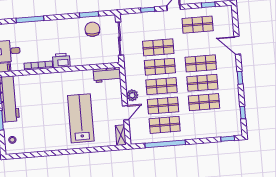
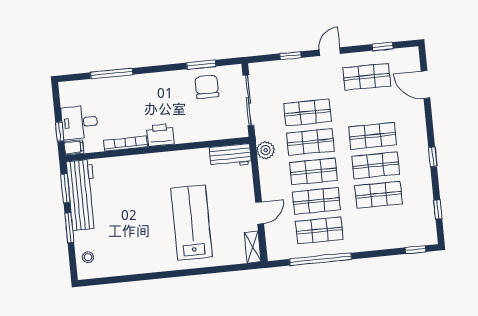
door: (237, 45) -> (425, 85), moved
plant: (132, 95) -> (266, 150), moved

